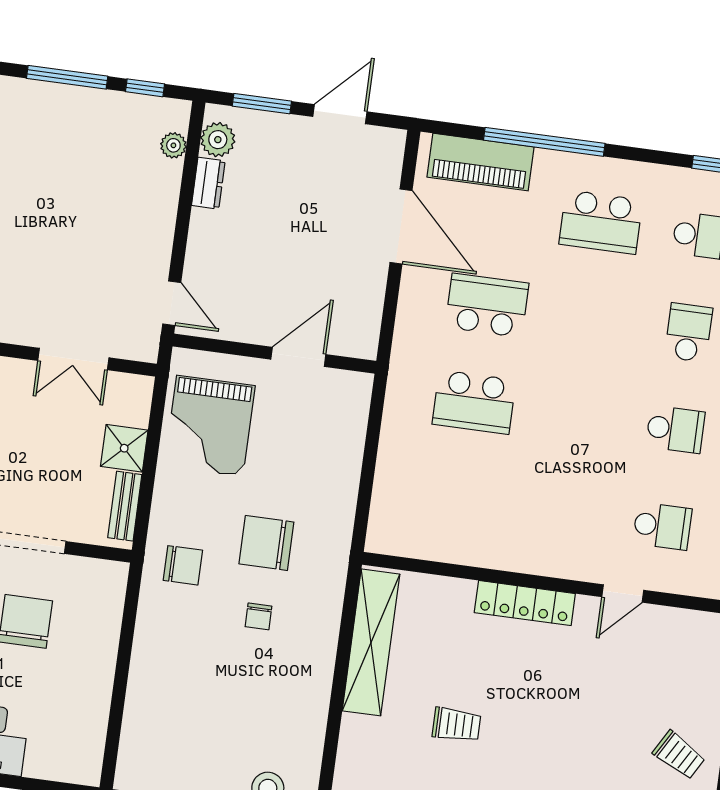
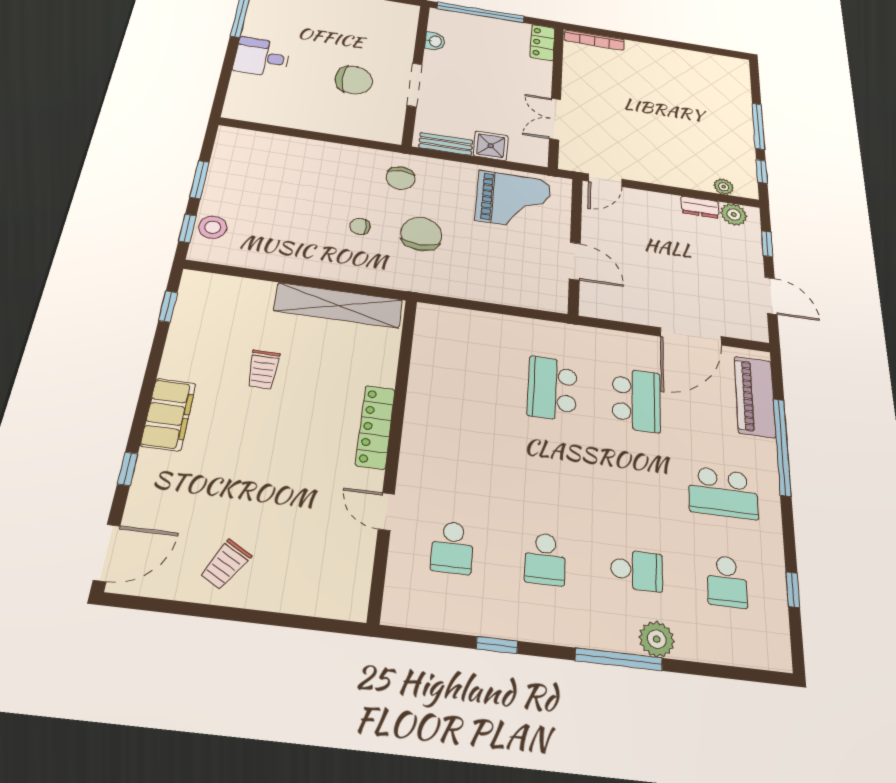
window: (262, 104) -> (767, 244), width x0.67
school desk: (601, 222) -> (723, 493), turned -90
grand piano: (210, 426) -> (513, 200), turned 180

